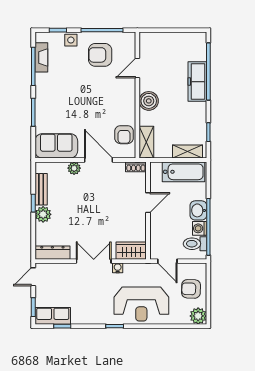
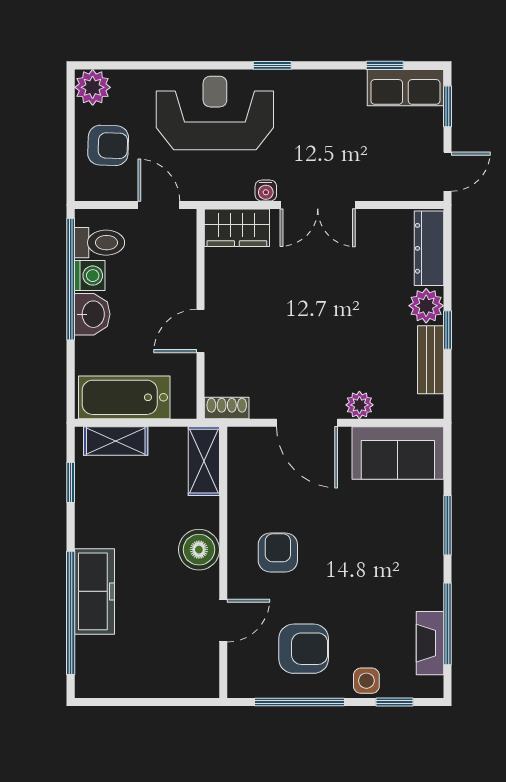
armchair: (124, 135) -> (278, 552), moved
dresser: (52, 253) -> (429, 248), moved, turned 90

